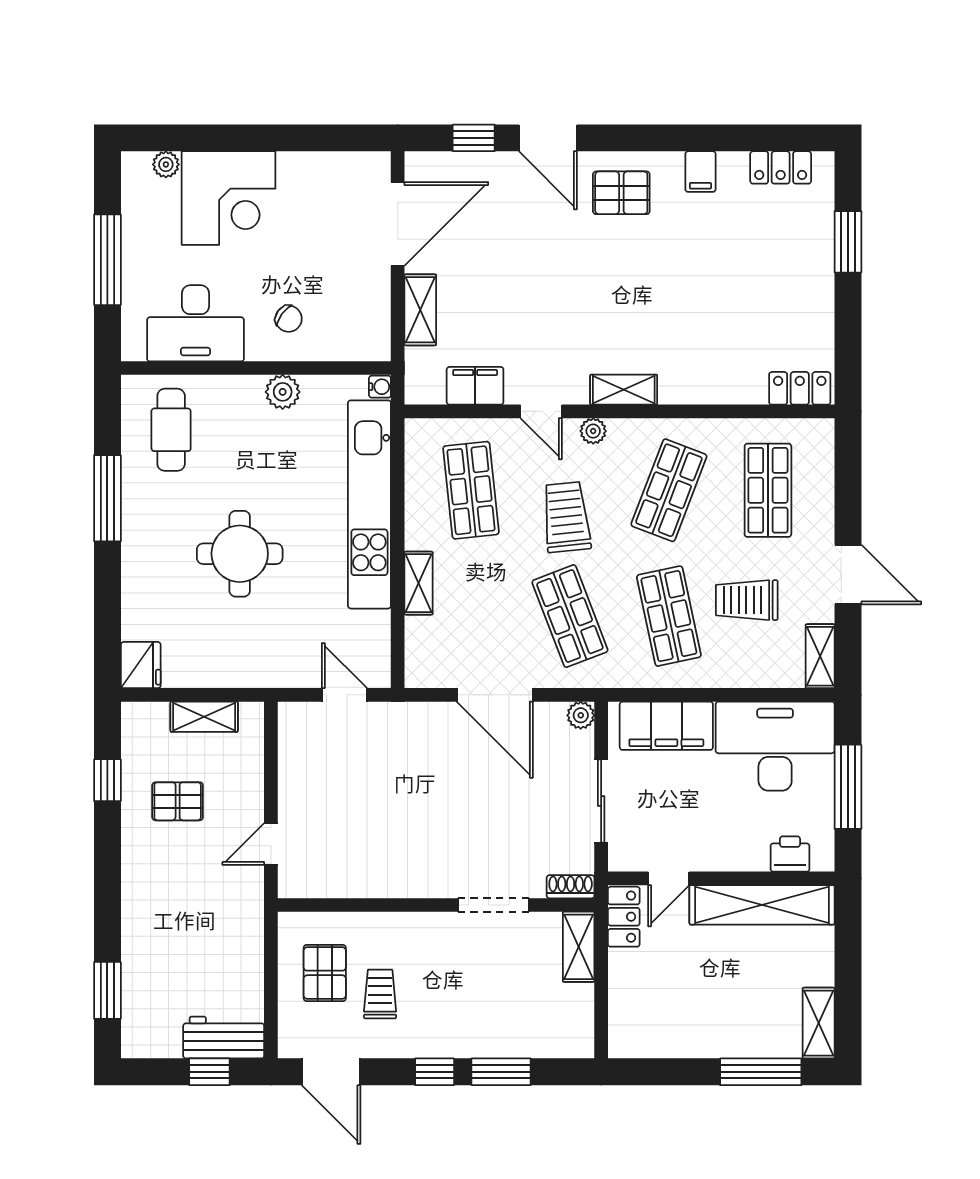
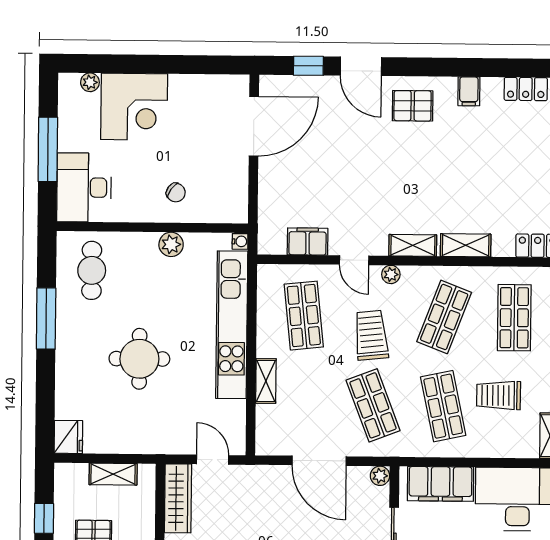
shelving: (420, 310) -> (466, 245), moved, turned 90
desk: (195, 323) -> (84, 187), moved, turned 90
wardrobe: (296, 750) -> (178, 498), added

